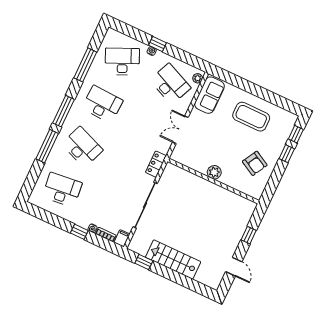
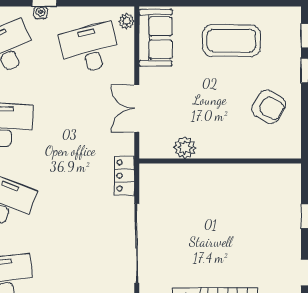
desk: (170, 84) -> (90, 48), turned -39
plant: (214, 172) -> (185, 148), moved

